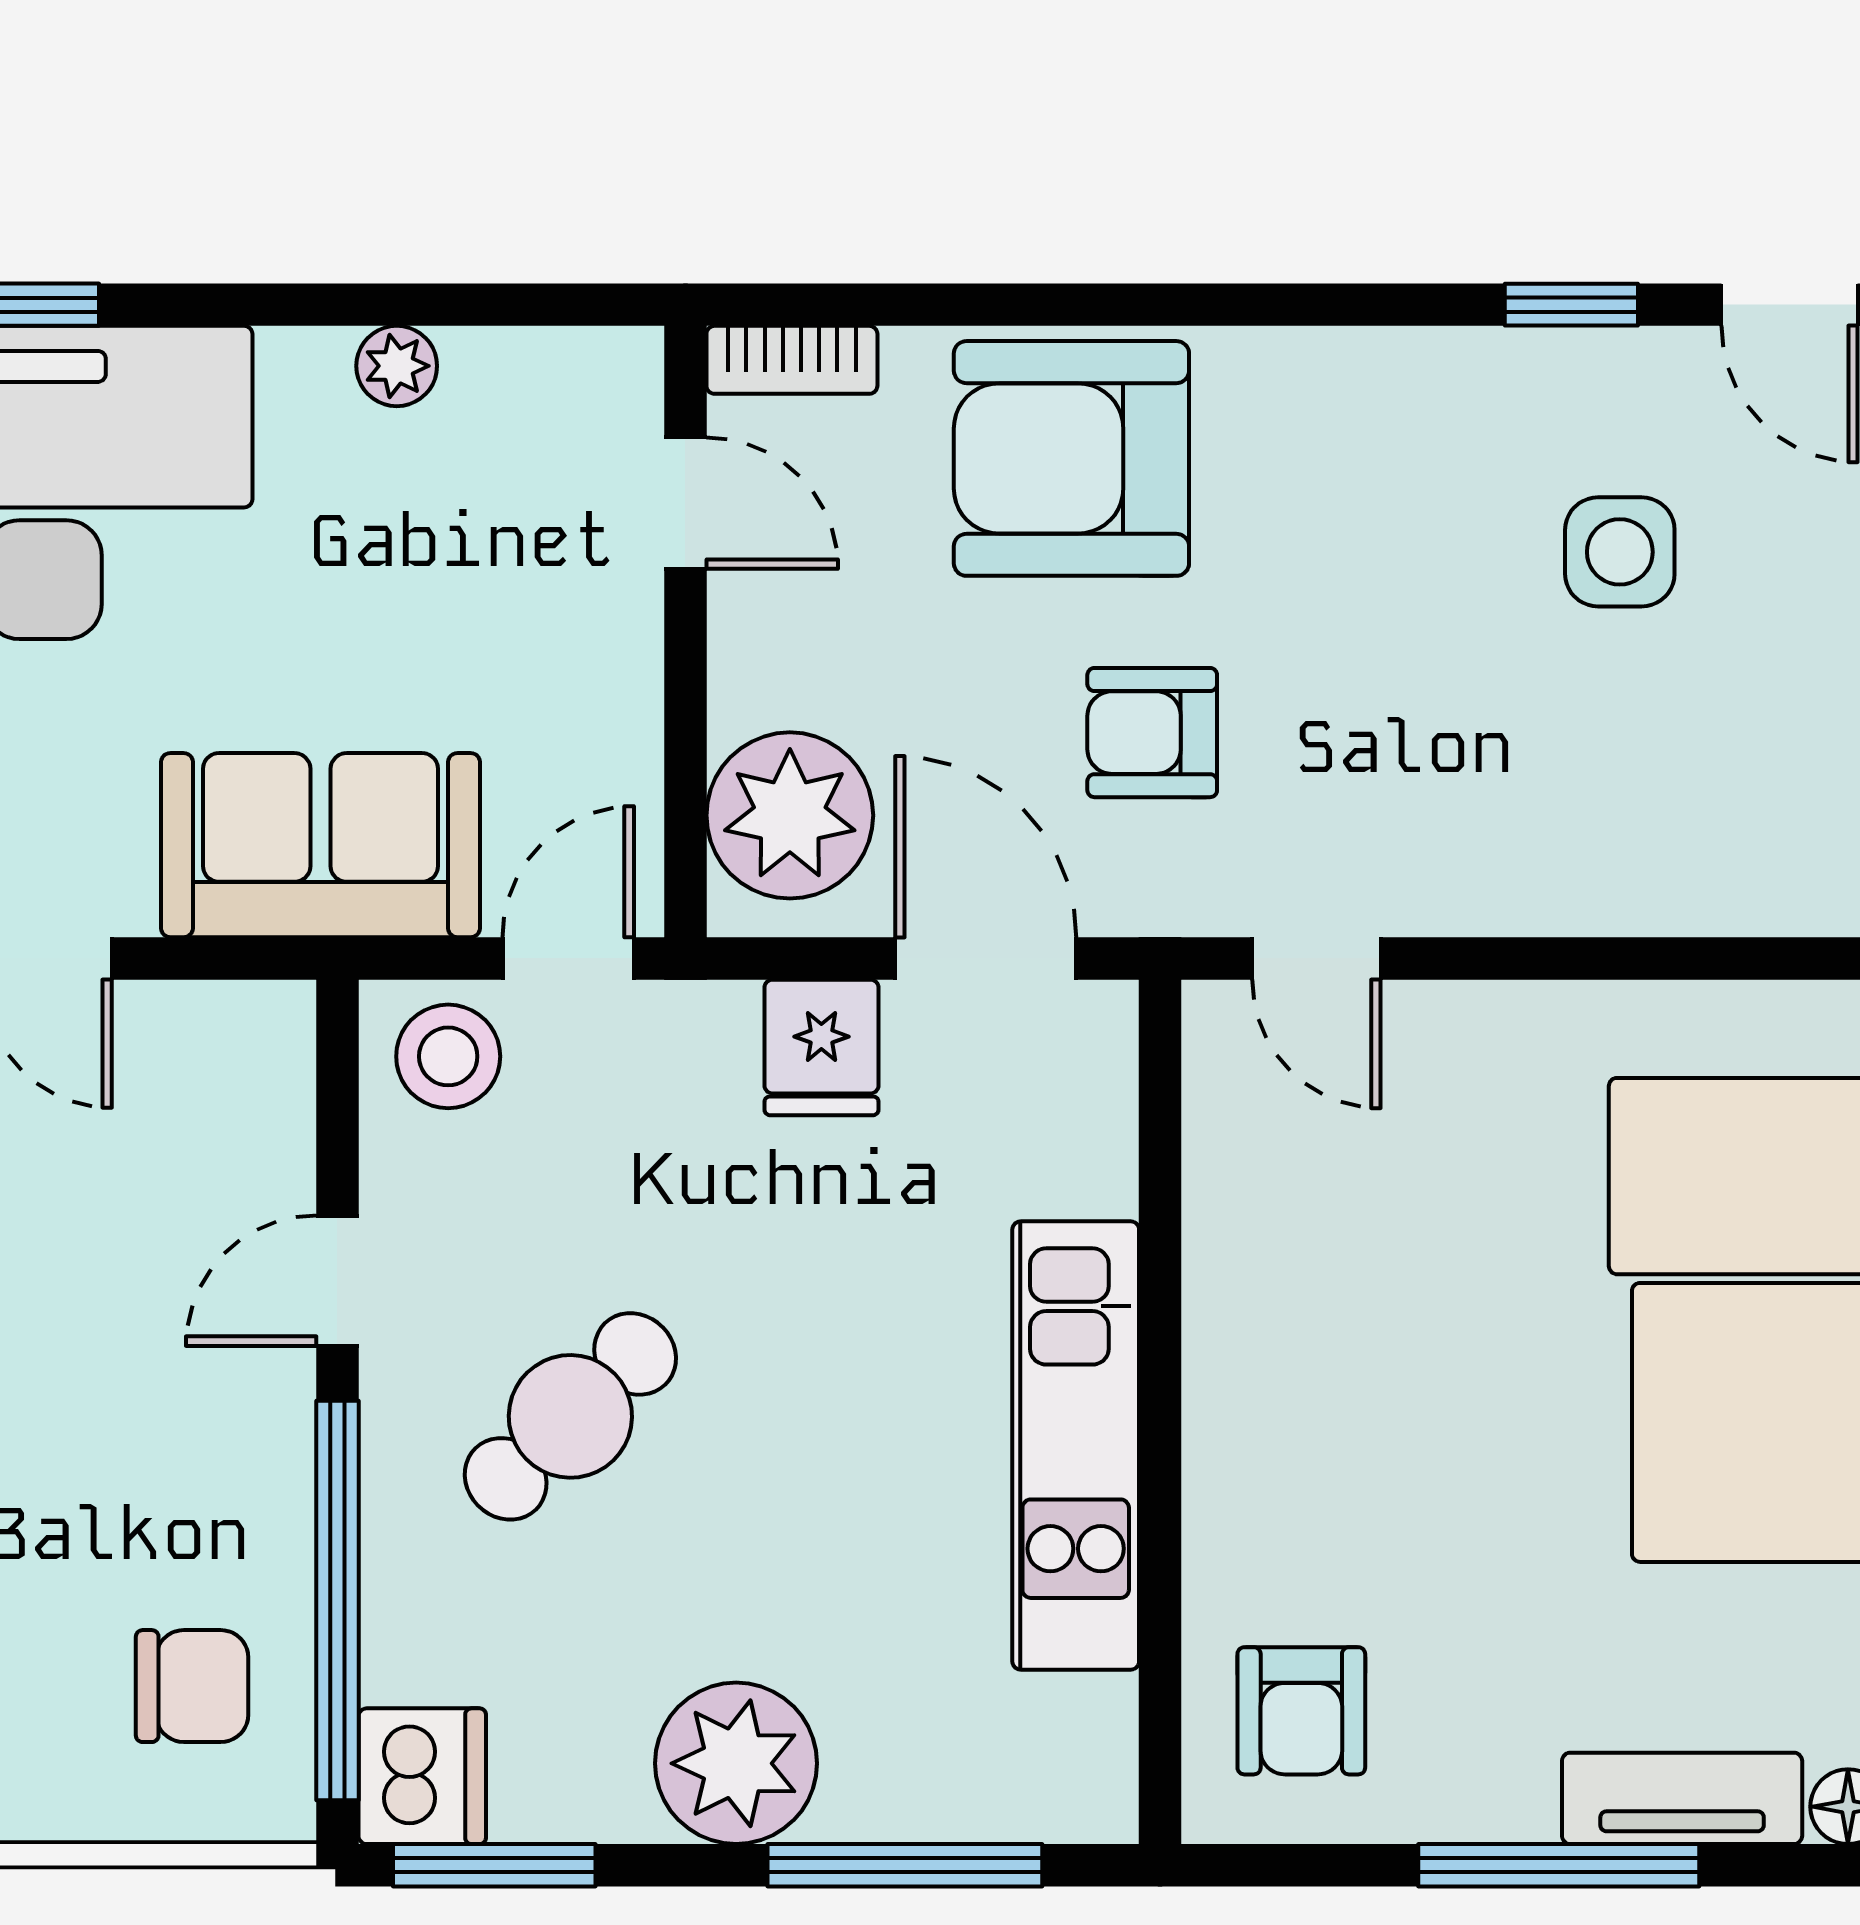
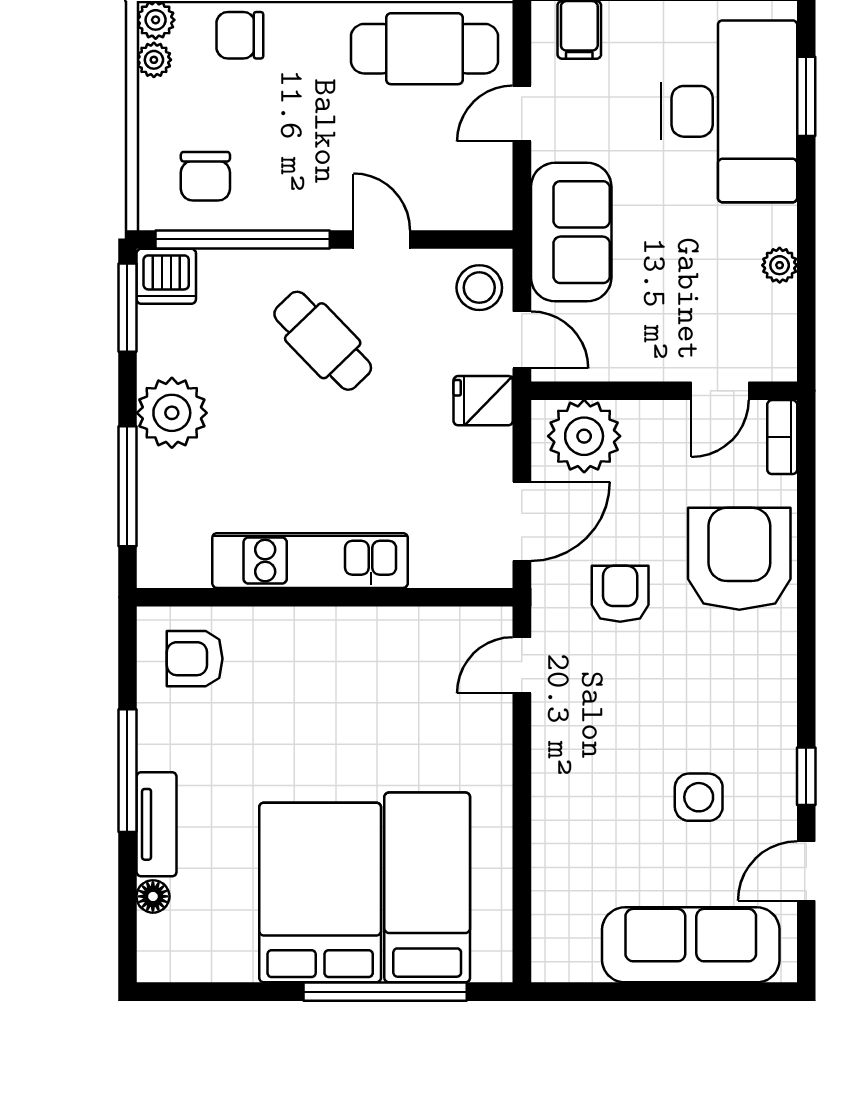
fridge: (821, 1047) -> (483, 401), moved

